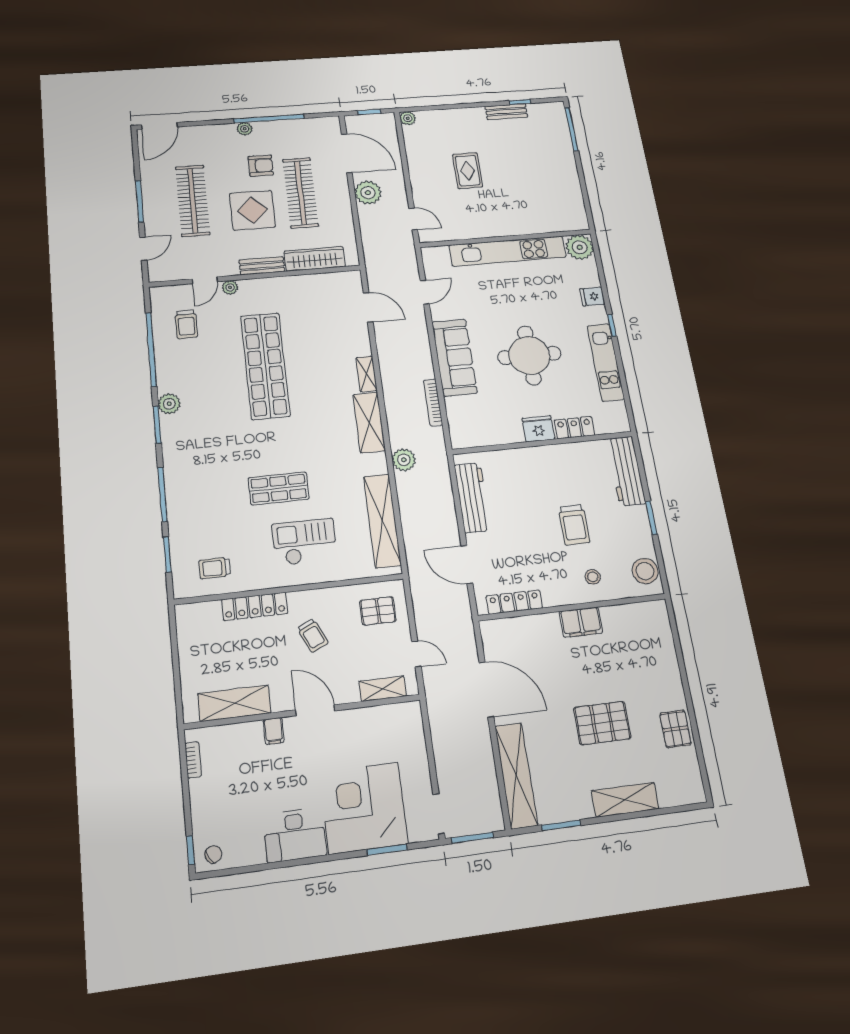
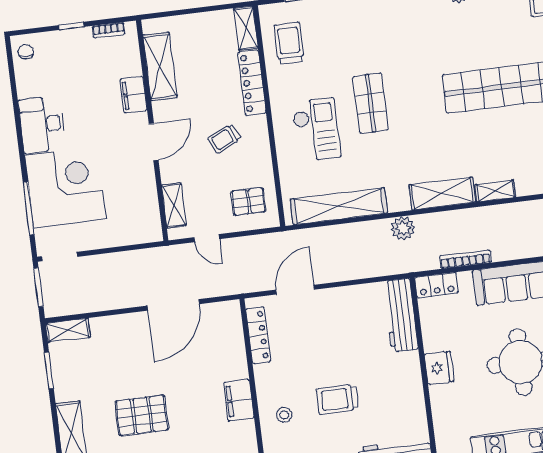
locker: (575, 428) -> (437, 285), moved, turned 90
workbench: (472, 498) -> (401, 315), moved, turned 90
trolley: (215, 568) -> (289, 43), width x1.36, depth x1.39
pallet: (378, 611) -> (248, 201), turned 90
shelving: (197, 612) -> (246, 28), added
door: (416, 654) -> (207, 238), hinge flipped
pallet: (602, 723) -> (142, 415), turned 90
filing cabinet: (274, 731) -> (134, 95), width x2.00
shelving: (516, 775) -> (68, 330), width x0.45, depth x0.75
window: (190, 850) -> (71, 26), moved
window: (387, 850) -> (29, 208), width x1.44
chair: (213, 854) -> (26, 52), turned -147

